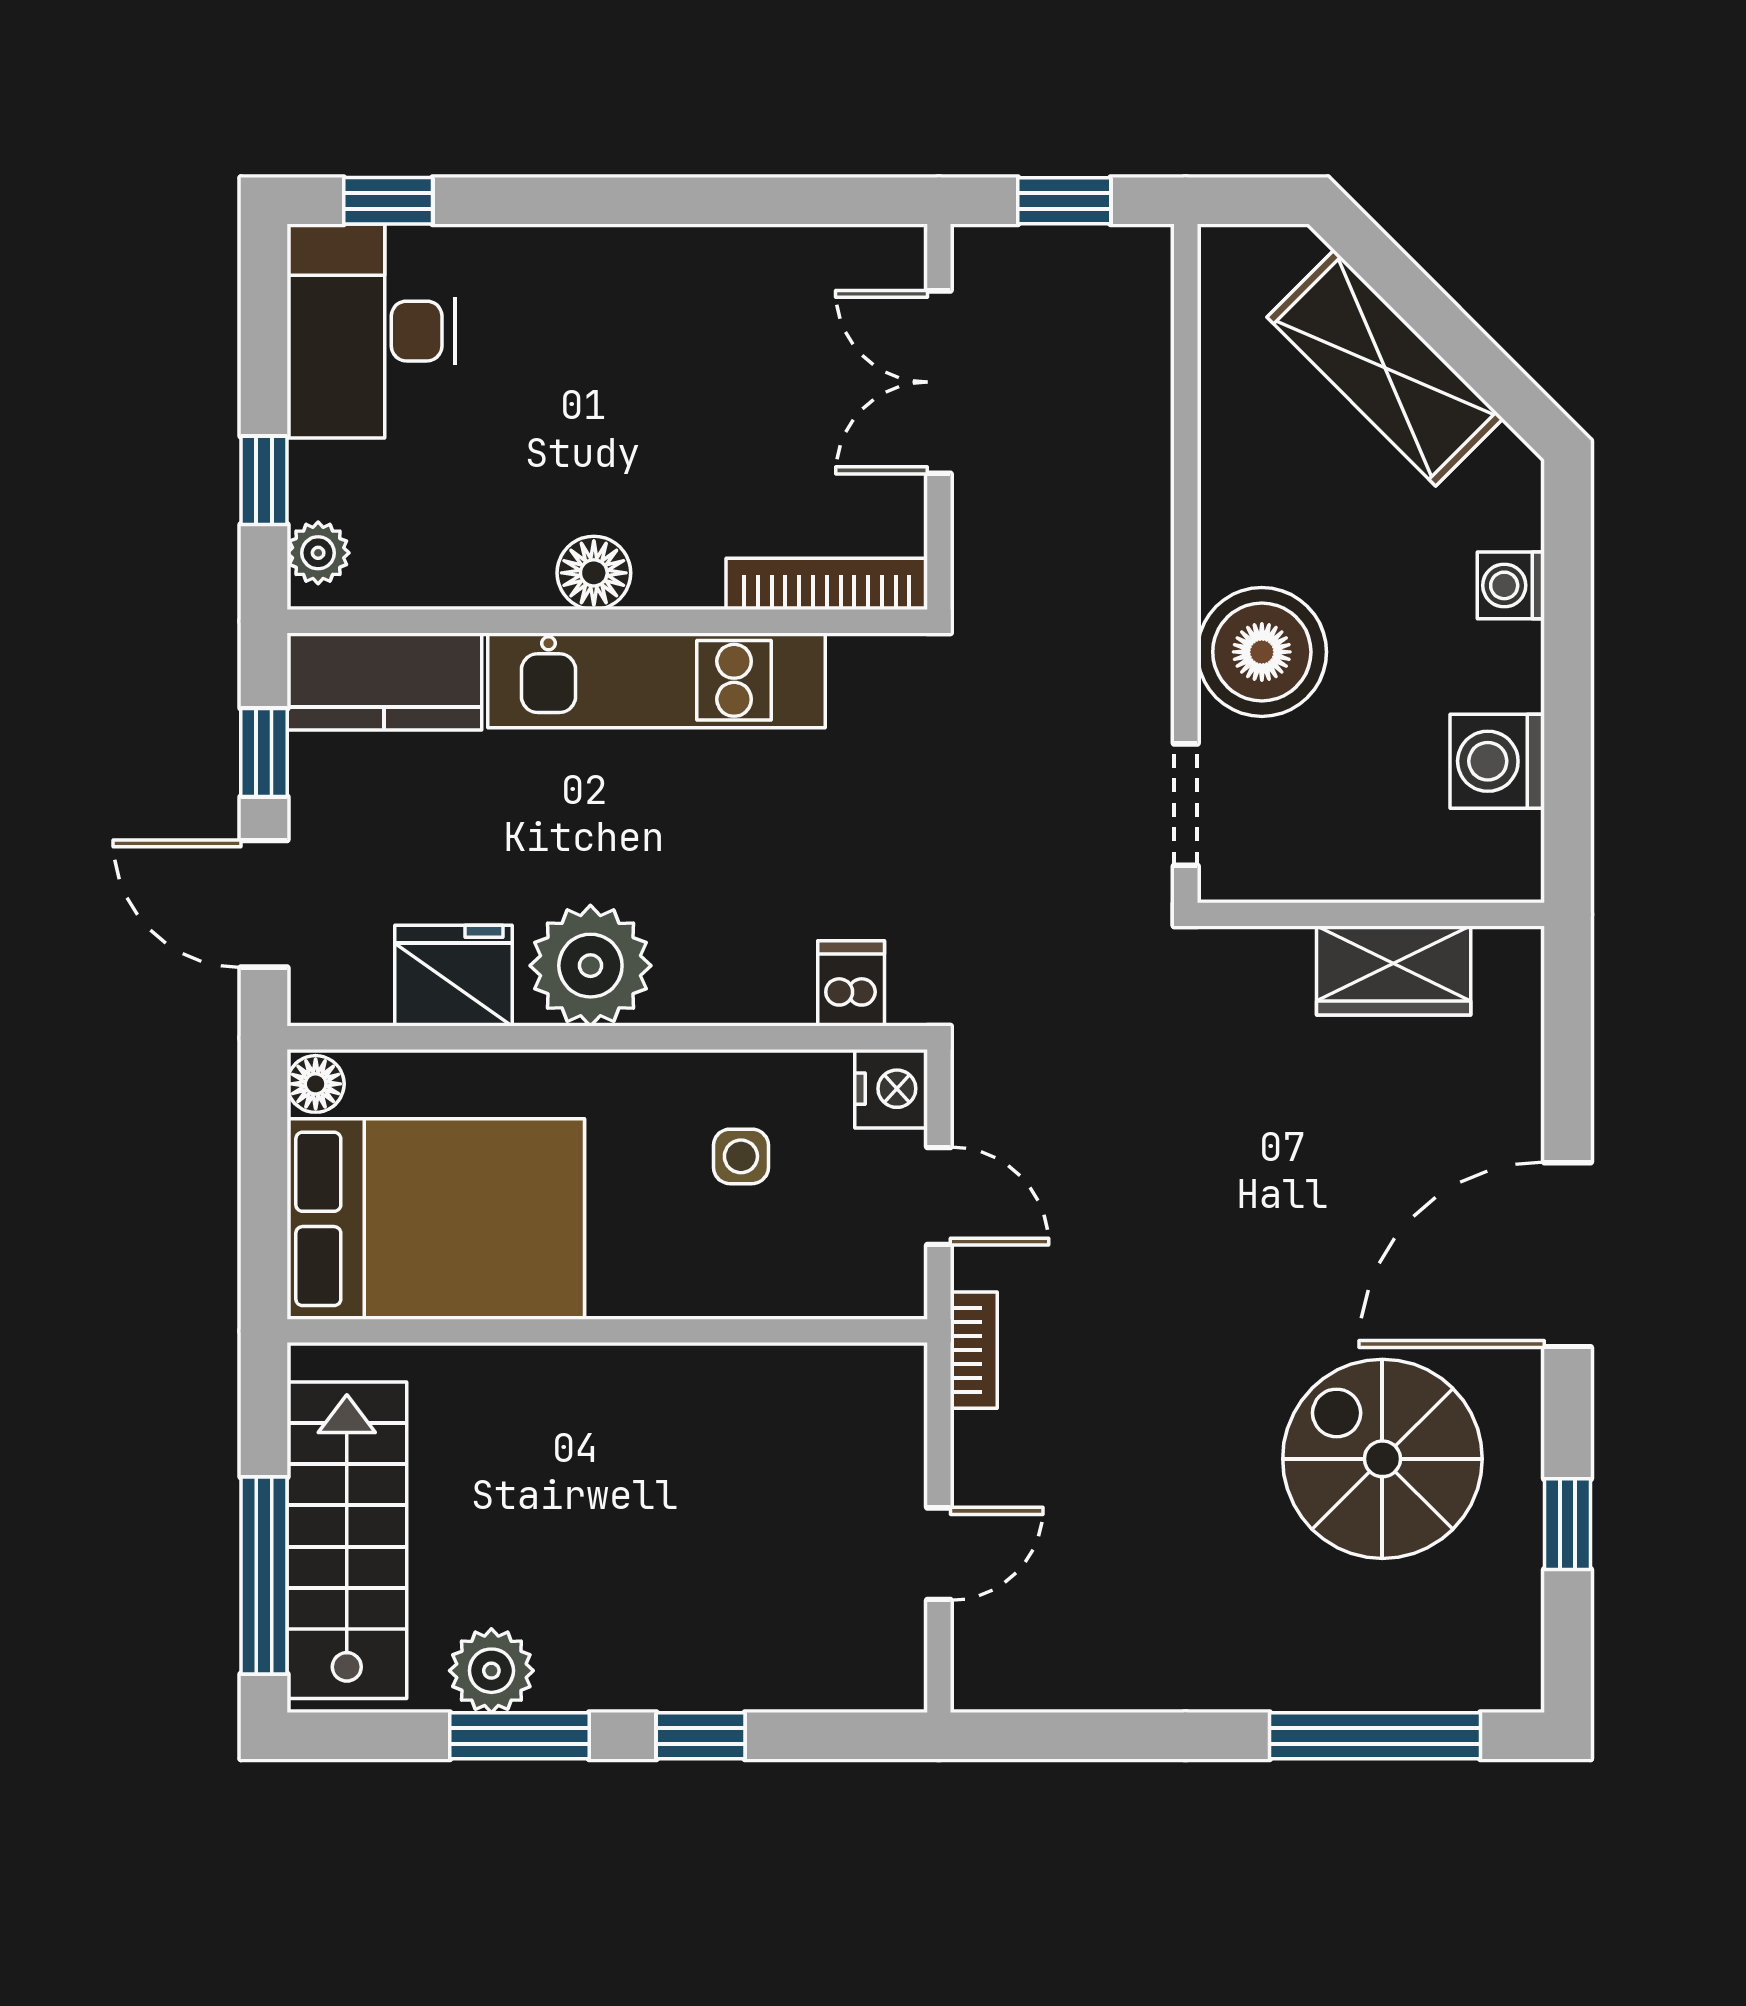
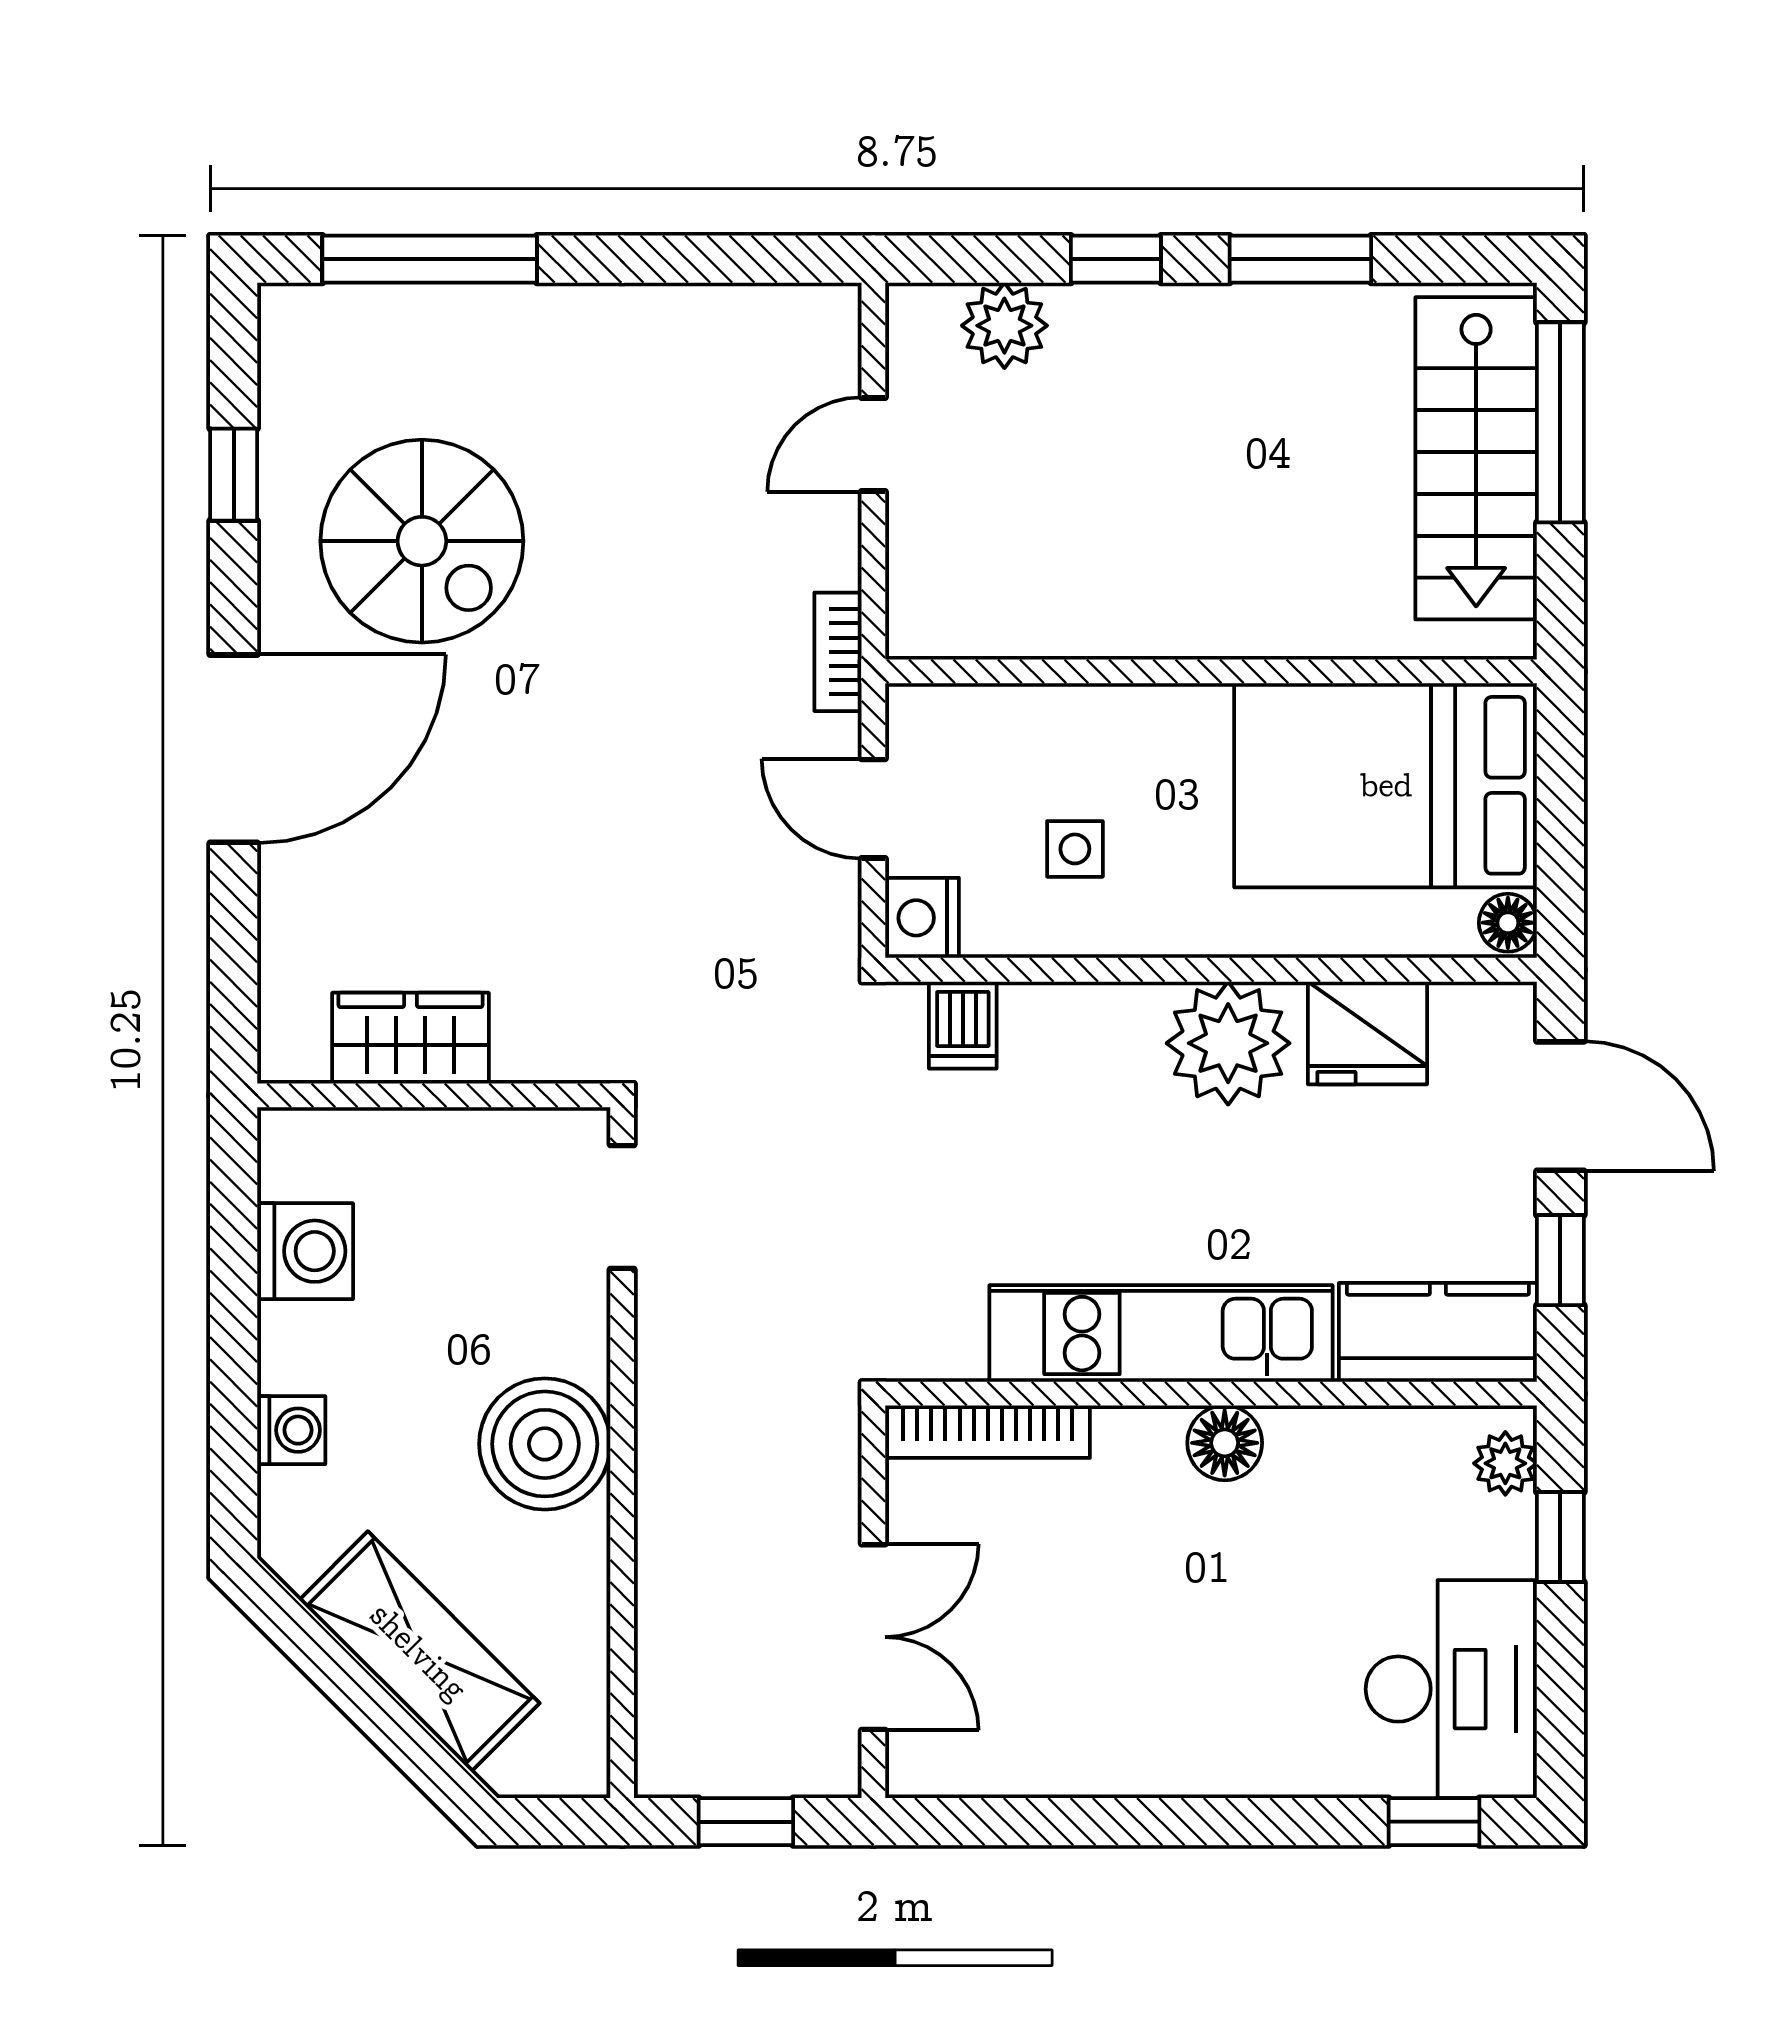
boiler: (1262, 652) -> (545, 1444), moved
plant: (491, 1671) -> (1004, 326), moved

